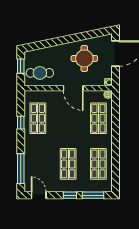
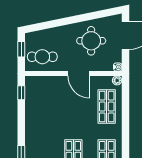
shop shelf: (38, 118) -> (40, 107), removed
window: (21, 123) -> (21, 93), moved

